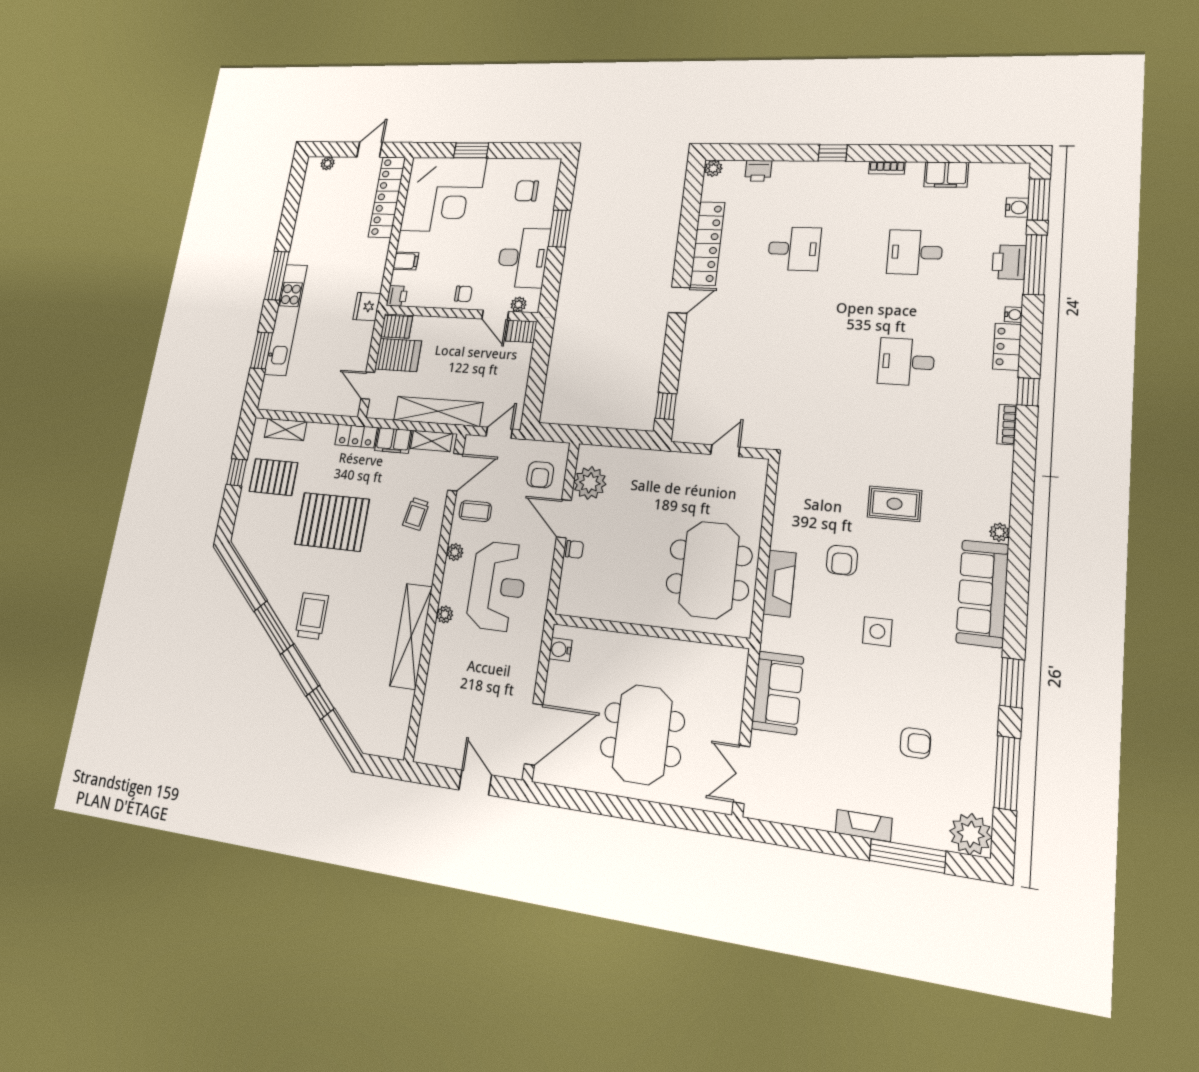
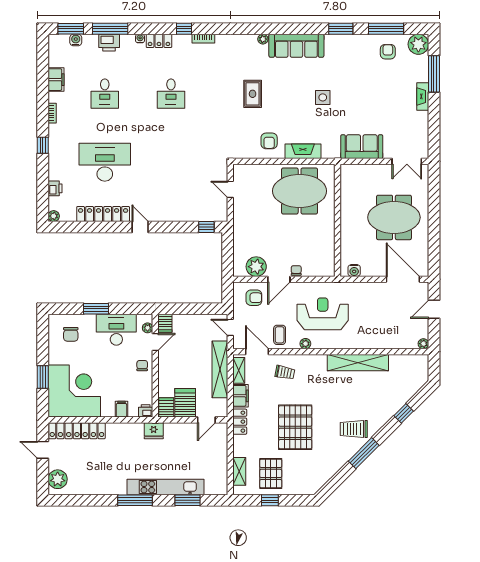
plant: (328, 163) -> (58, 479), width x1.87, depth x1.87
desk: (794, 249) -> (105, 162), width x1.87, depth x1.30
armchair: (842, 560) -> (269, 141), moved, turned 90
plant: (445, 614) -> (423, 344), moved
armchair: (915, 743) -> (388, 52), moved

